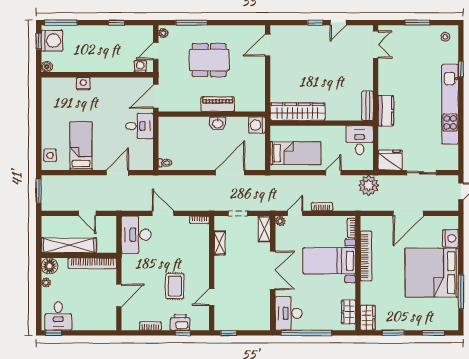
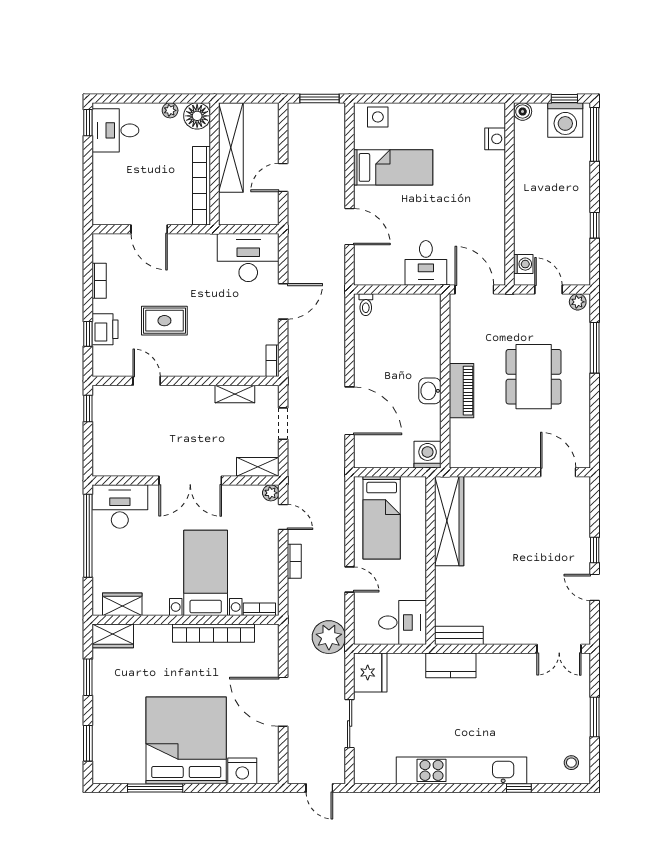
nightstand: (83, 84) -> (495, 139), moved

